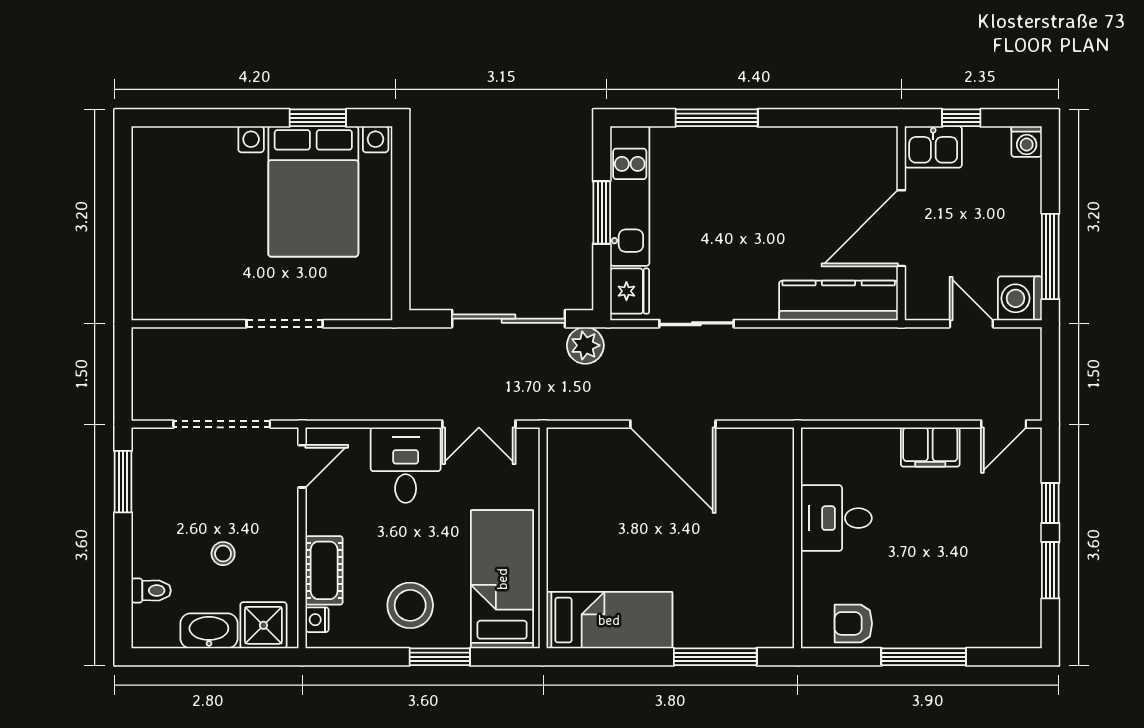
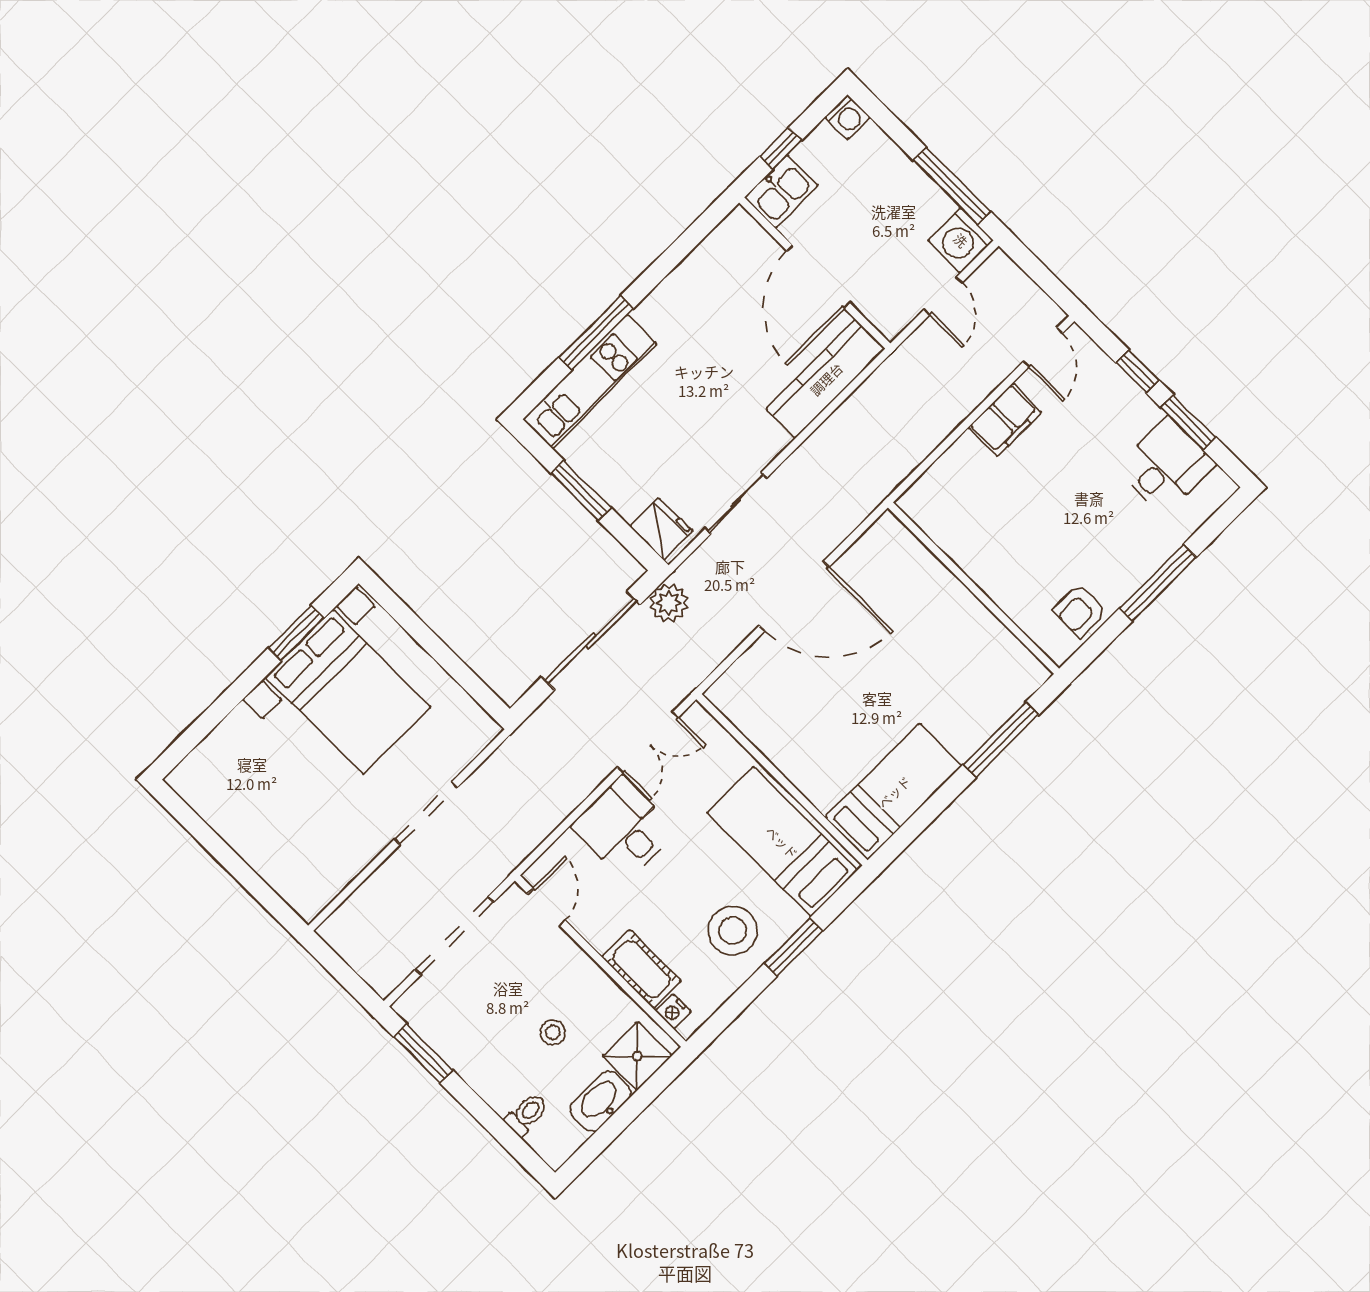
kitchen unit: (630, 196) -> (590, 381), moved, turned 90
door: (971, 324) -> (943, 296), swing flipped
desk: (836, 518) -> (1166, 466), moved, turned 180

